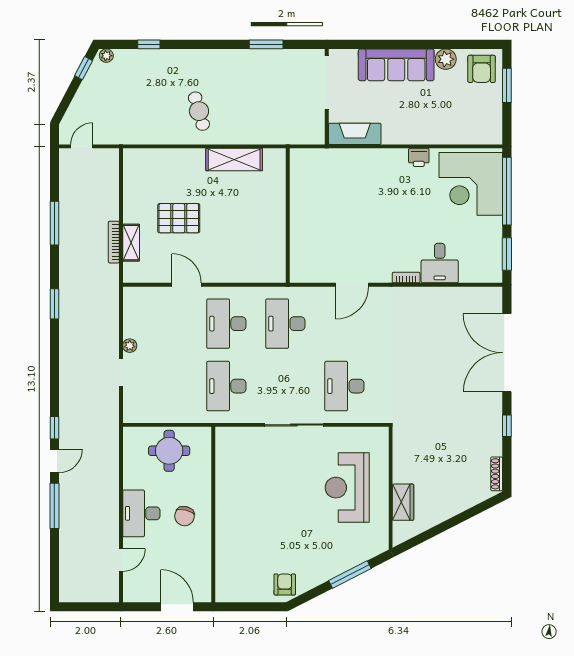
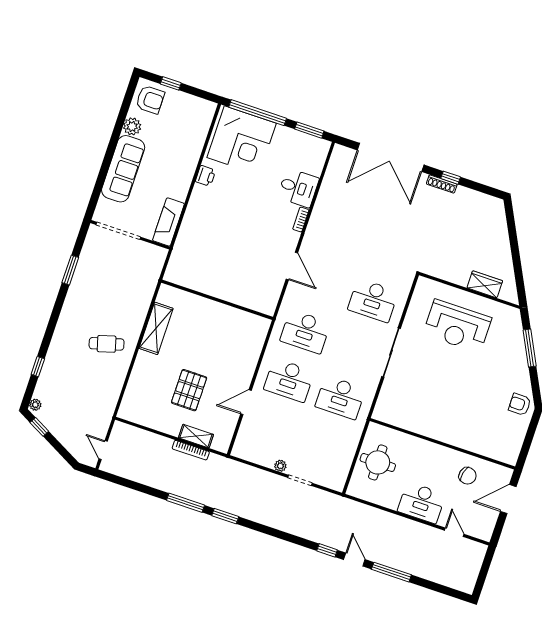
window: (507, 85) -> (171, 83), width x0.67
window: (54, 223) -> (185, 503), moved
shoe rack: (497, 474) -> (442, 184), moved
chair: (184, 516) -> (468, 476), moved

